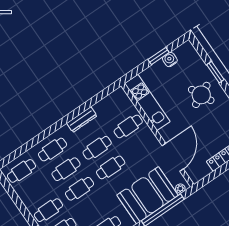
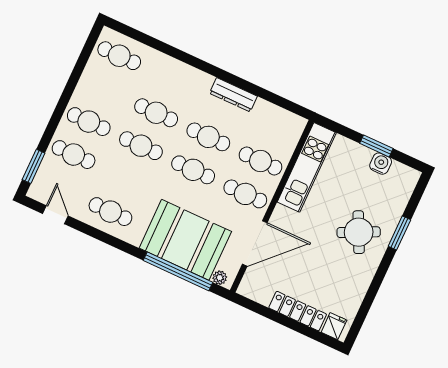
cafe table: (53, 150) -> (245, 194), moved

